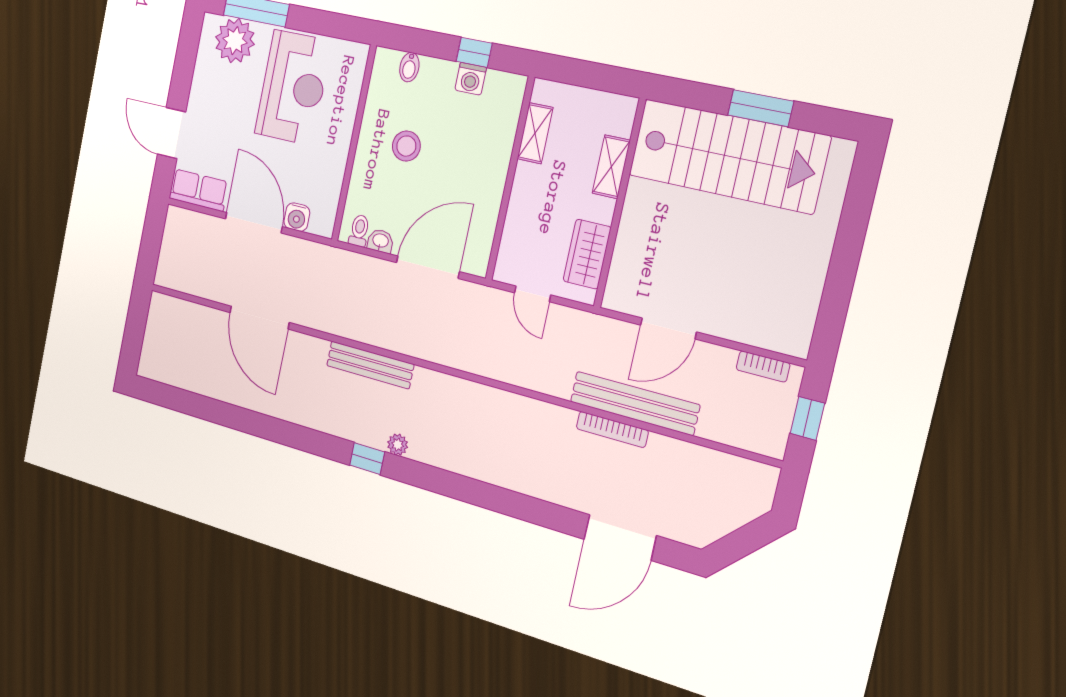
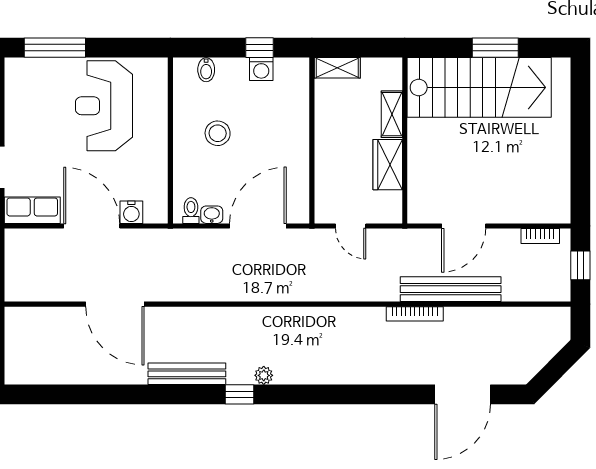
plant: (235, 41) -> (40, 77), removed
reception desk: (293, 87) -> (104, 106), turned 180
shelving: (535, 133) -> (337, 68), moved, turned 90
wardrobe: (587, 254) -> (388, 165), moved
bench: (370, 365) -> (187, 374), moved
bookcase: (612, 429) -> (415, 314), moved

